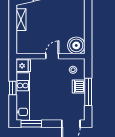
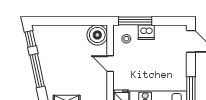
window: (88, 92) -> (135, 21), moved

